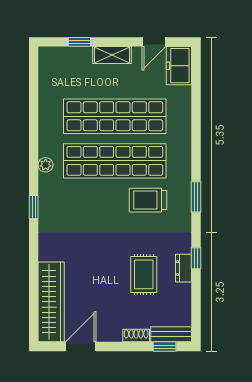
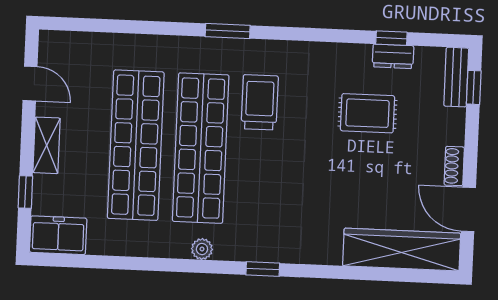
freezer: (179, 66) -> (58, 235), moved, turned 180
window: (196, 197) -> (228, 31), moved
trolley: (148, 200) -> (260, 102), turned 180
window: (196, 258) -> (391, 38), moved
dresser: (184, 268) -> (393, 56), moved
shoe rack: (136, 336) -> (454, 166), moved

